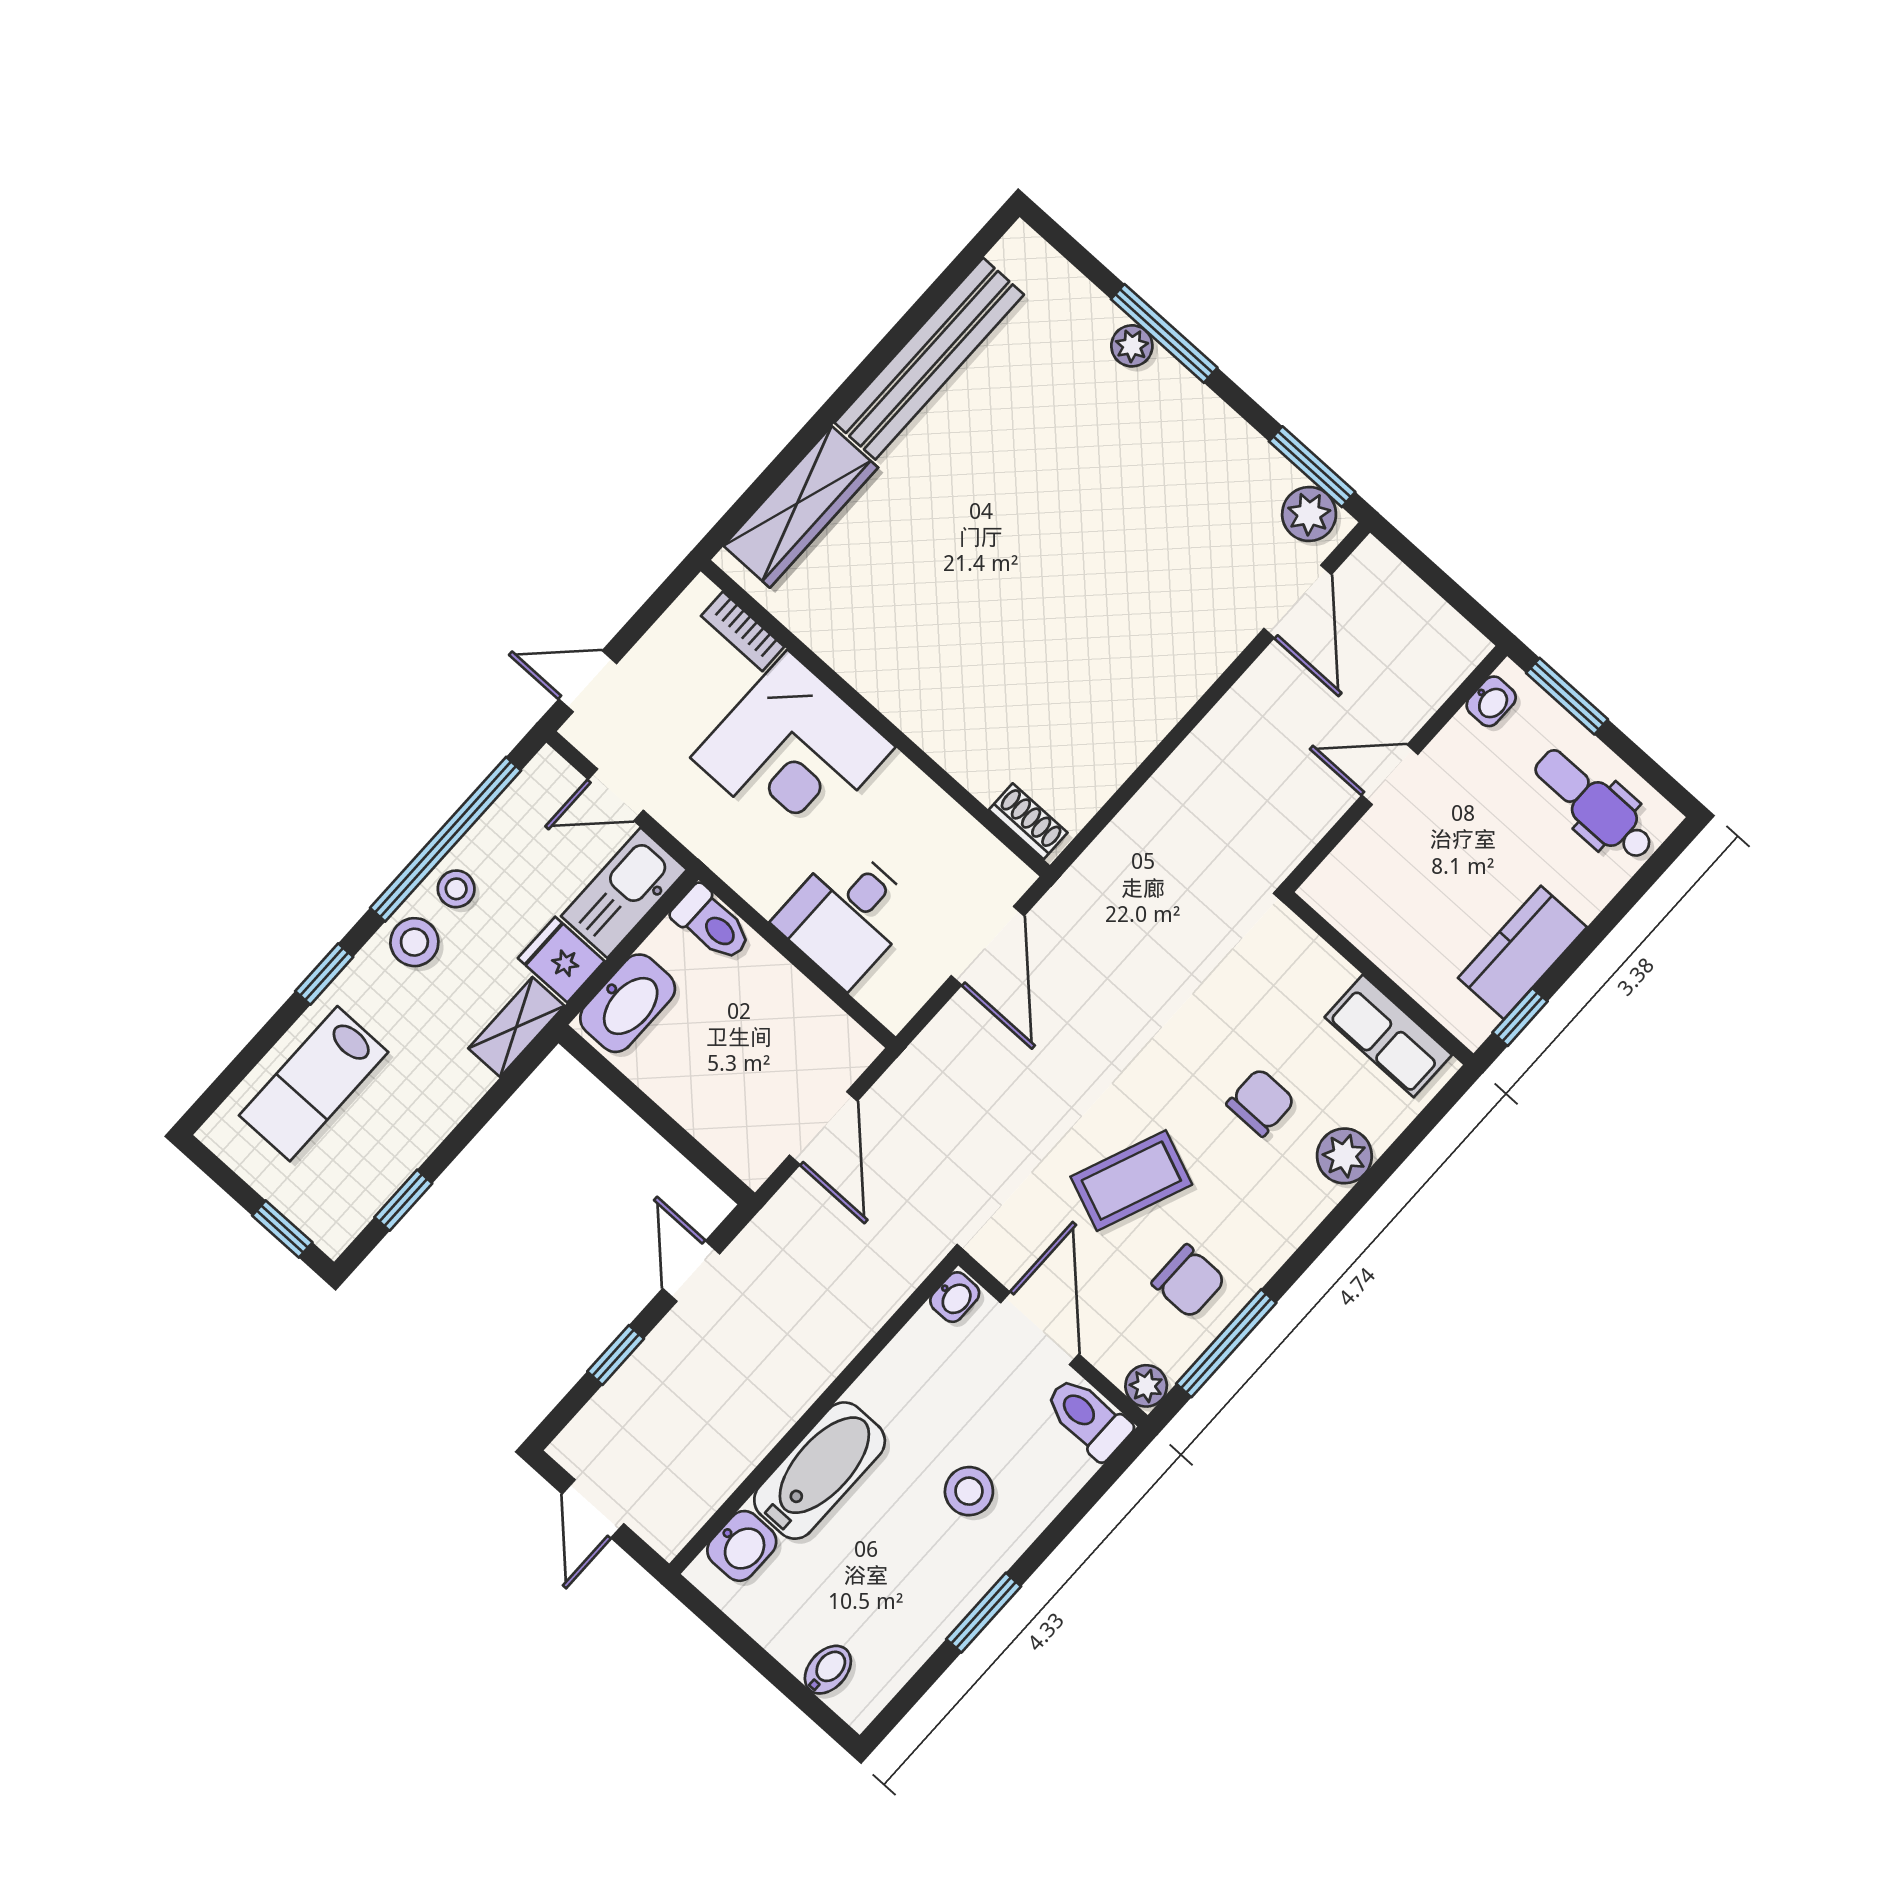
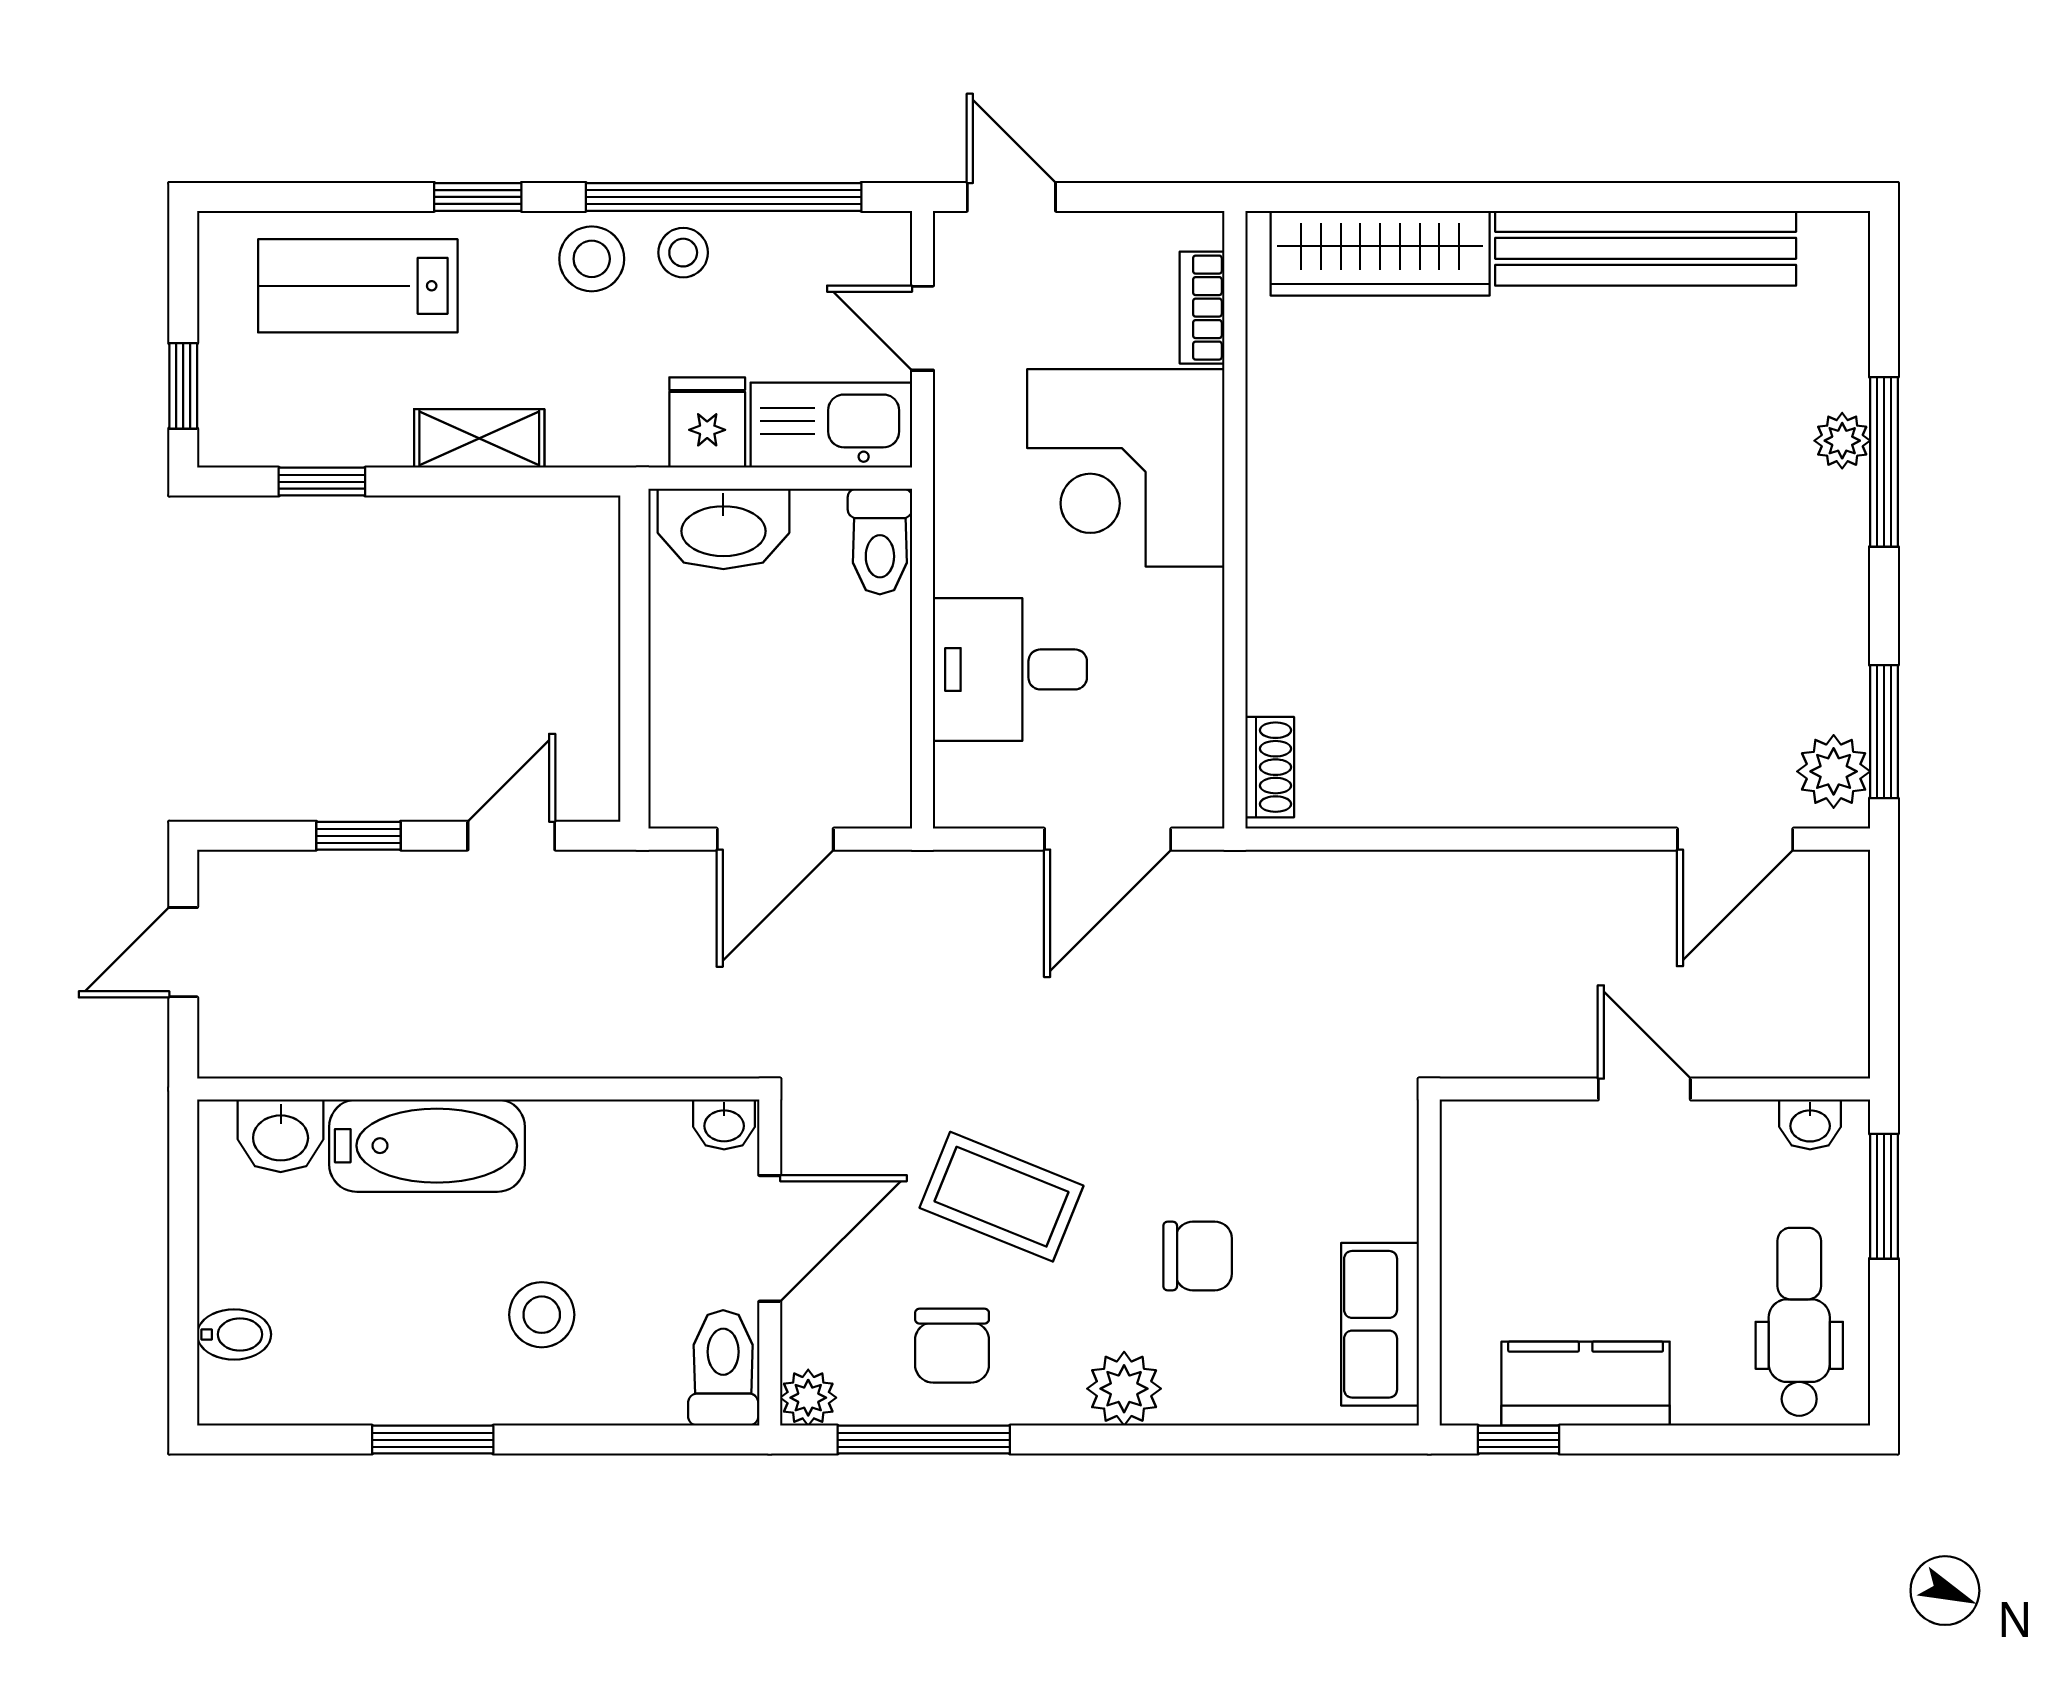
shelving: (516, 1027) -> (479, 438), moved
plant: (1344, 1156) -> (1124, 1389), moved

